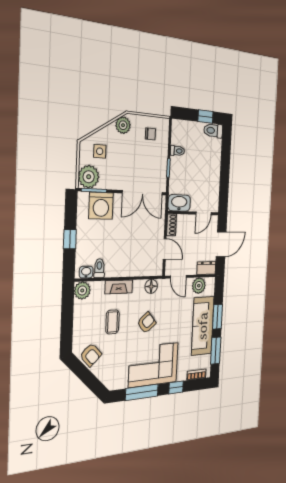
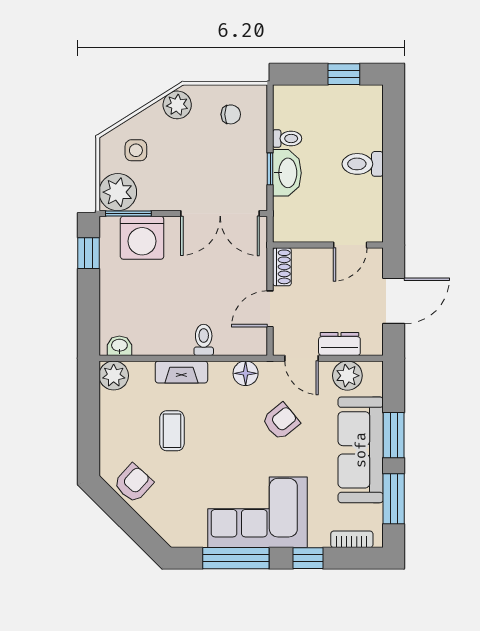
toilet: (213, 131) -> (363, 164), moved
washbasin: (179, 203) -> (287, 173), moved, turned 90
window: (70, 239) -> (89, 253), moved
door: (165, 249) -> (270, 309), swing flipped
toilet: (99, 268) -> (204, 340), moved
dresser: (206, 268) -> (339, 344), moved
armchair: (147, 323) -> (281, 421), moved
armchair: (91, 355) -> (133, 483), turned -95

